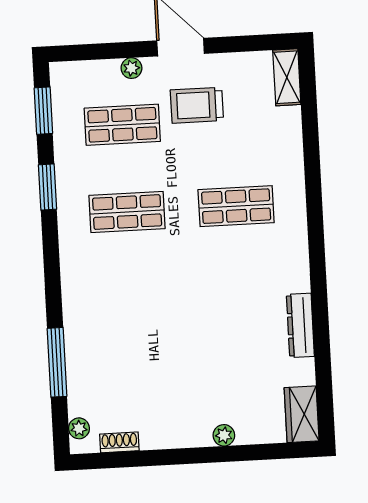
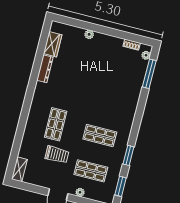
trolley: (197, 105) -> (57, 155), moved
shop shelf: (236, 206) -> (56, 124), turned 90
window: (57, 362) -> (149, 74), moved
wardrobe: (302, 414) -> (53, 44), moved

